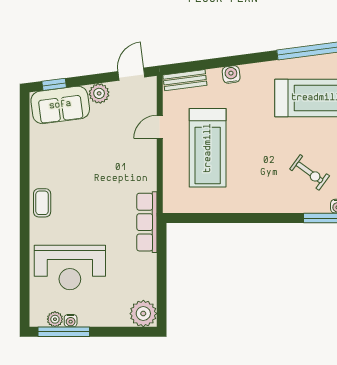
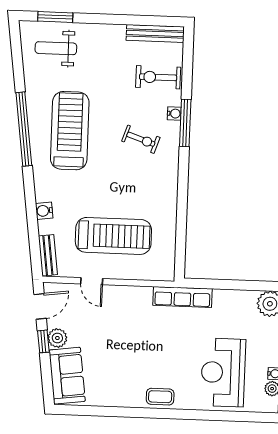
door: (131, 74) -> (40, 306), swing flipped
window: (54, 84) -> (43, 341), moved
exercise bike: (310, 172) -> (141, 139), turned 73
reception desk: (70, 268) -> (223, 372), turned 180

